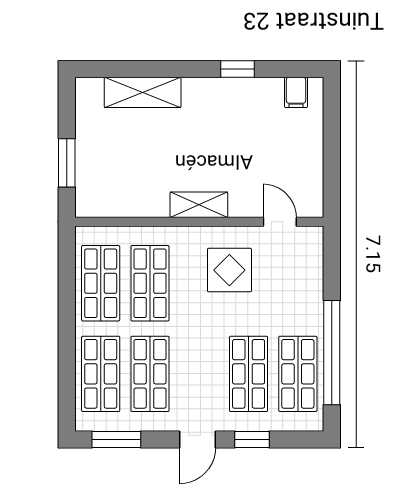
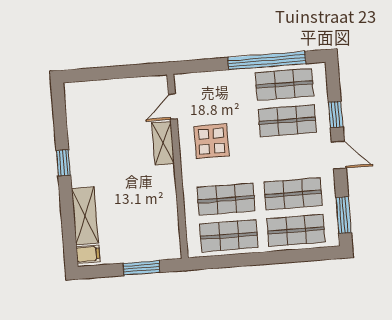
window: (237, 69) -> (63, 163), moved
filing cabinet: (296, 92) -> (88, 254), moved
shelving: (199, 205) -> (163, 143), moved

